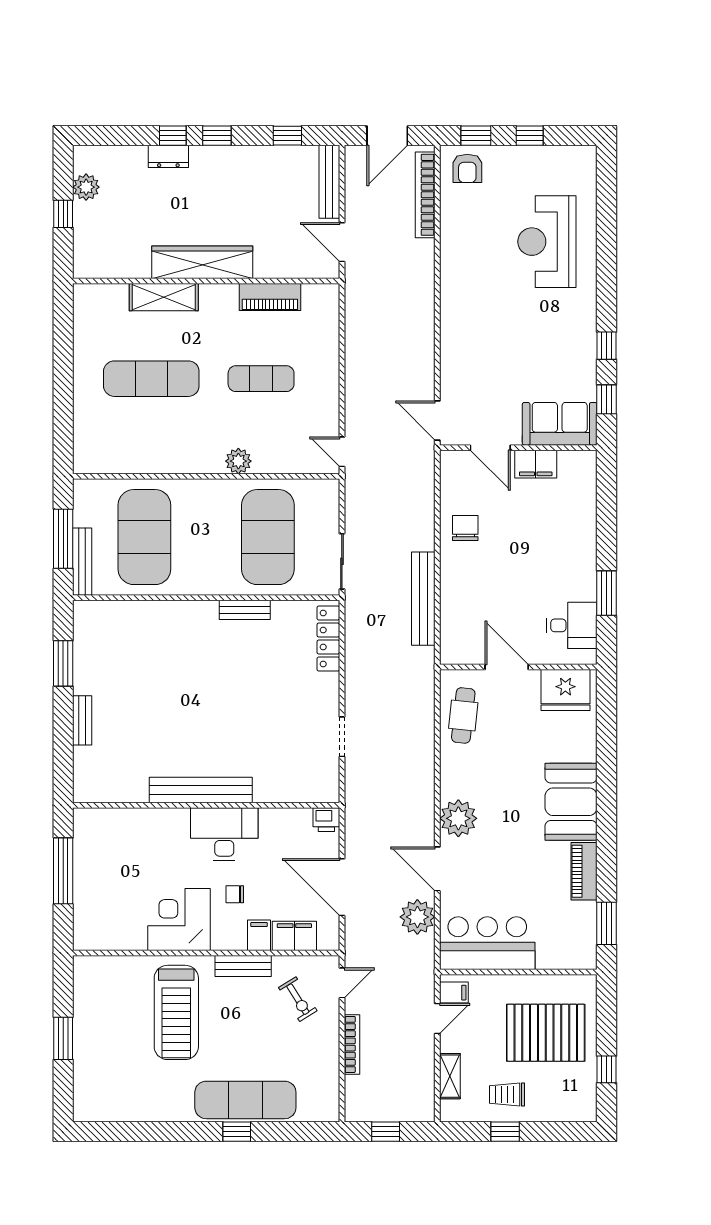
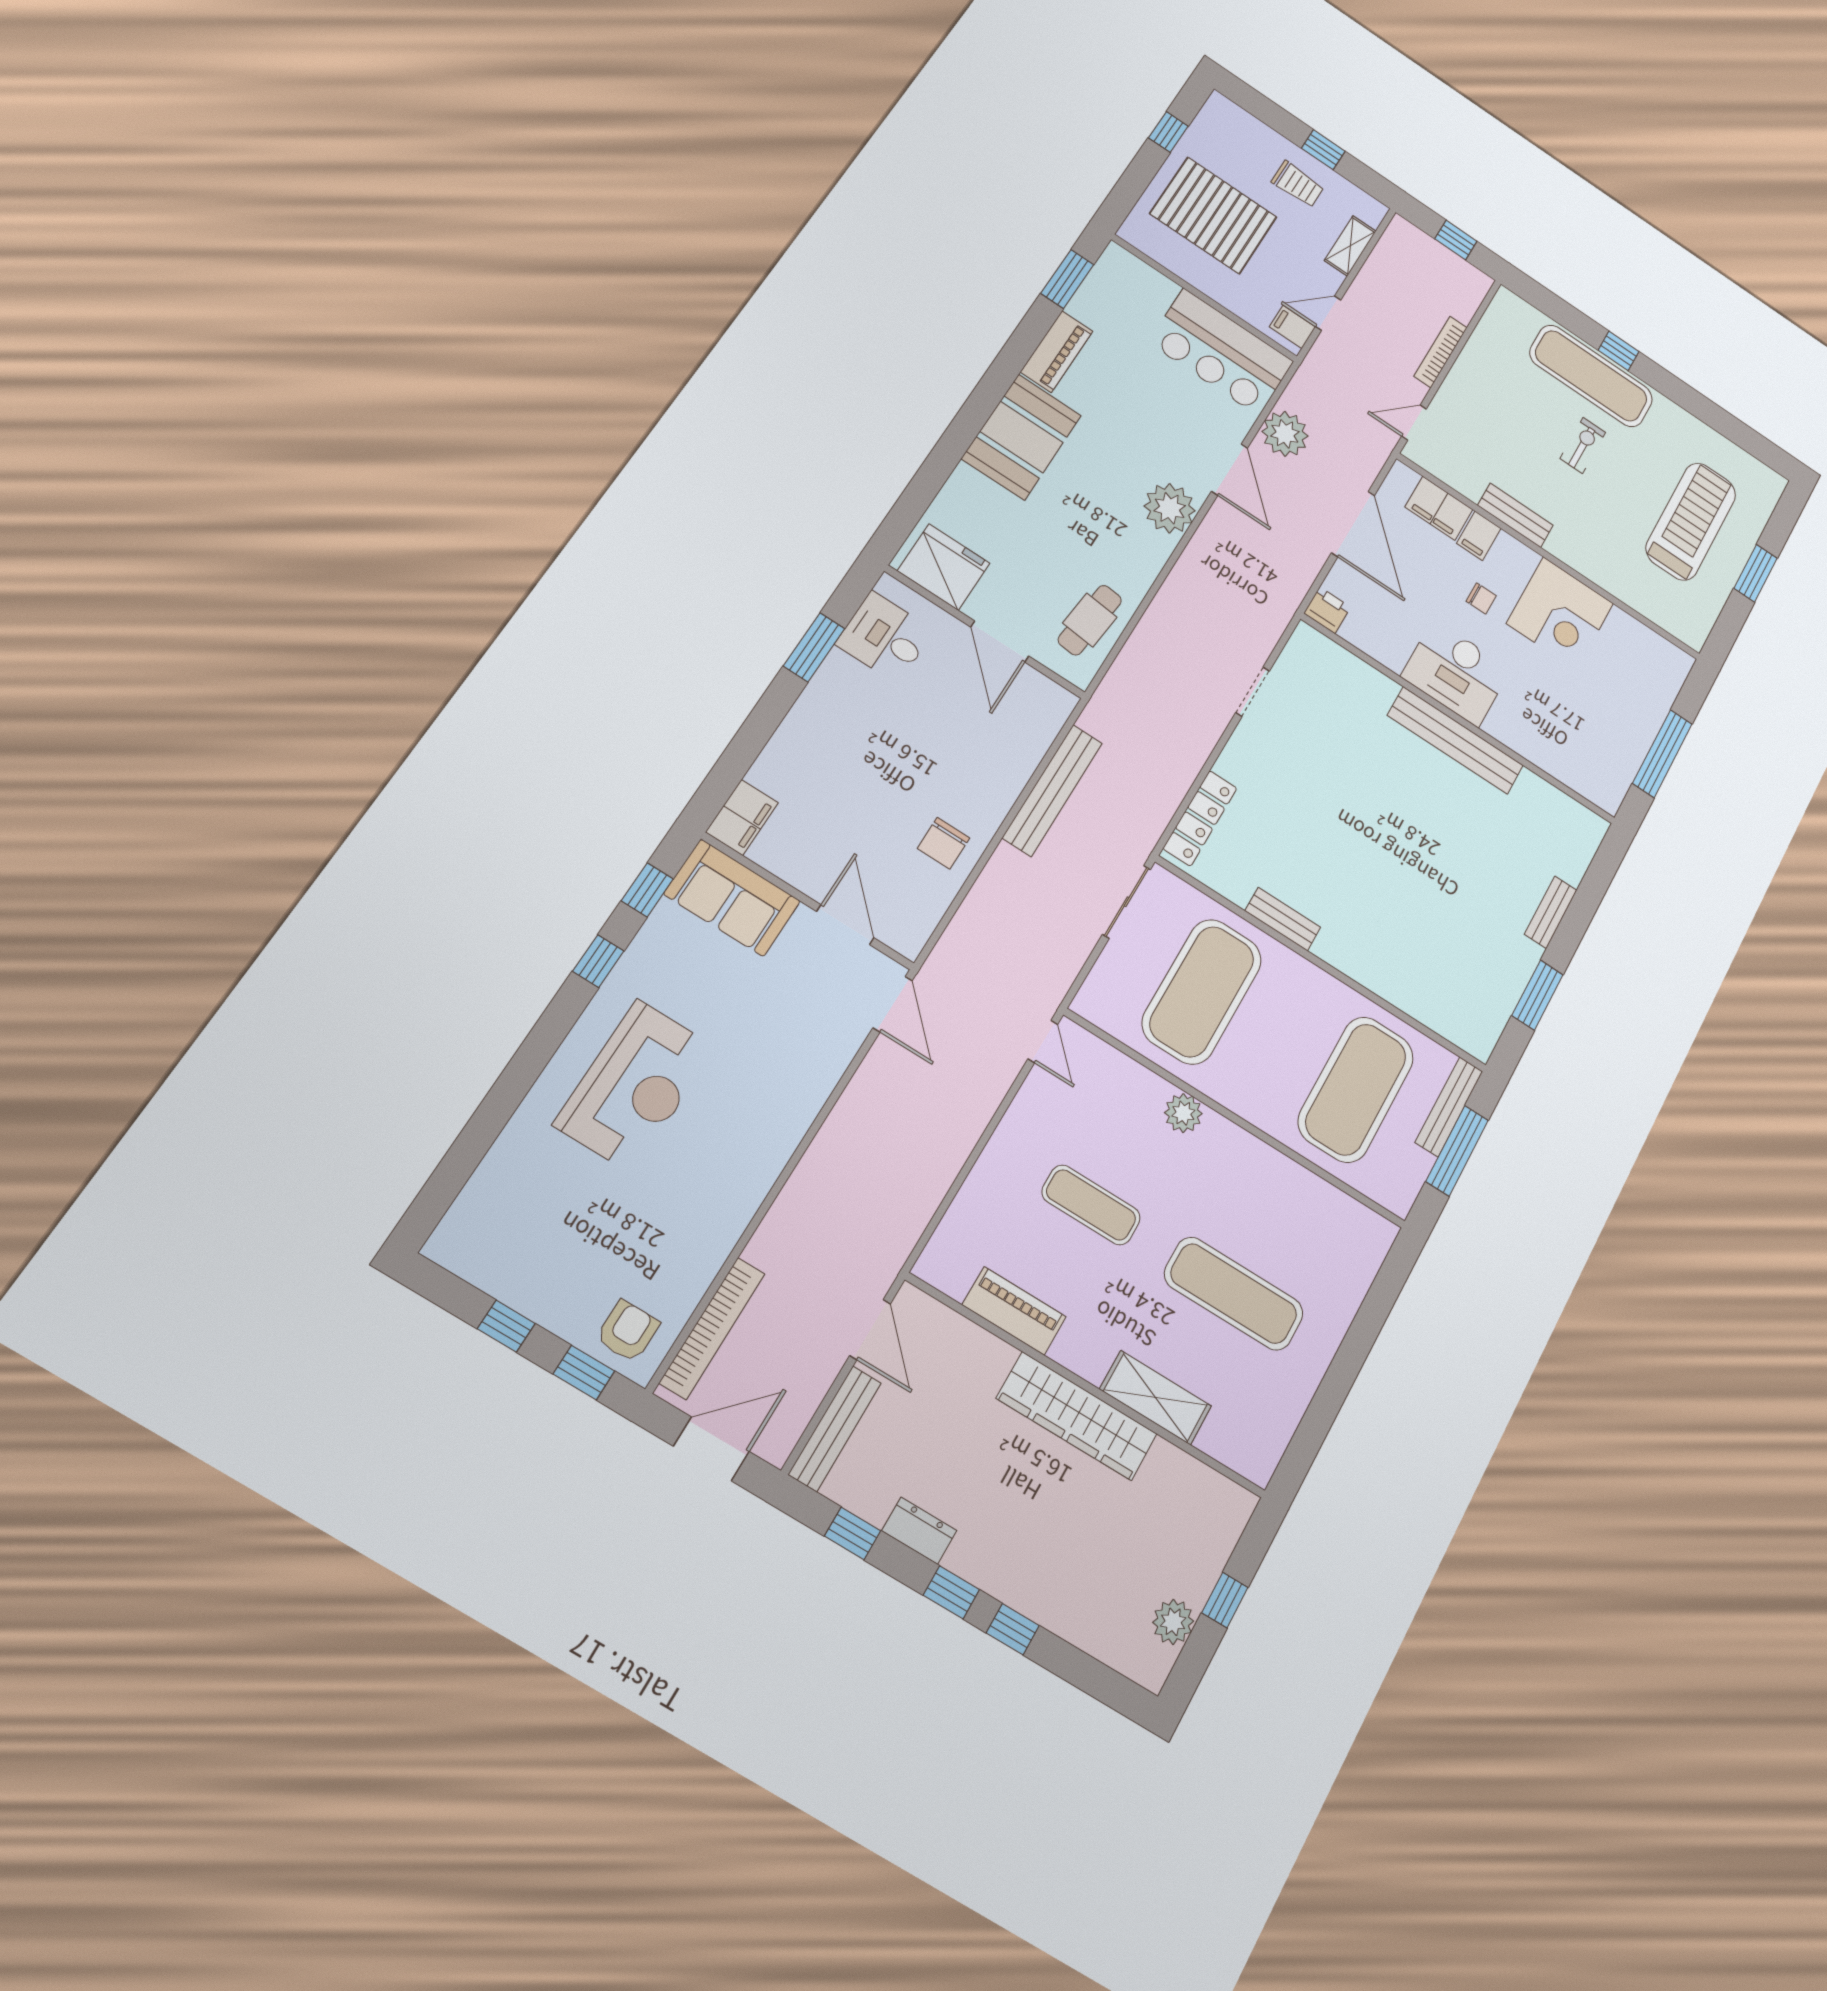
dresser: (168, 156) -> (919, 1531), moved
reception desk: (547, 242) -> (635, 1086), moved
filing cabinet: (536, 464) -> (742, 817), moved, turned 90
exercise bike: (298, 999) -> (1583, 445), moved, turned 32
treadmill: (176, 1012) -> (1691, 521), moved

